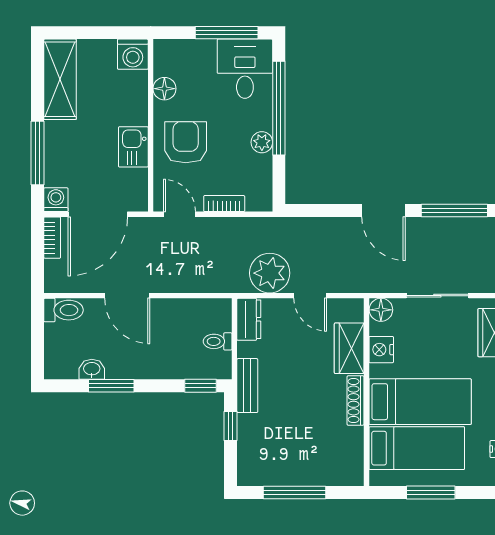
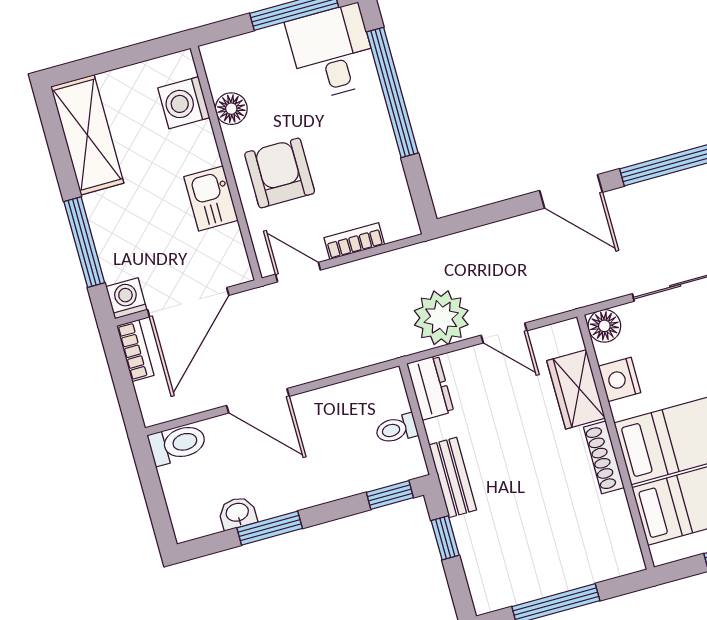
washing machine: (133, 54) -> (184, 103), moved, turned 90
plant: (262, 142) -> (382, 145), removed

